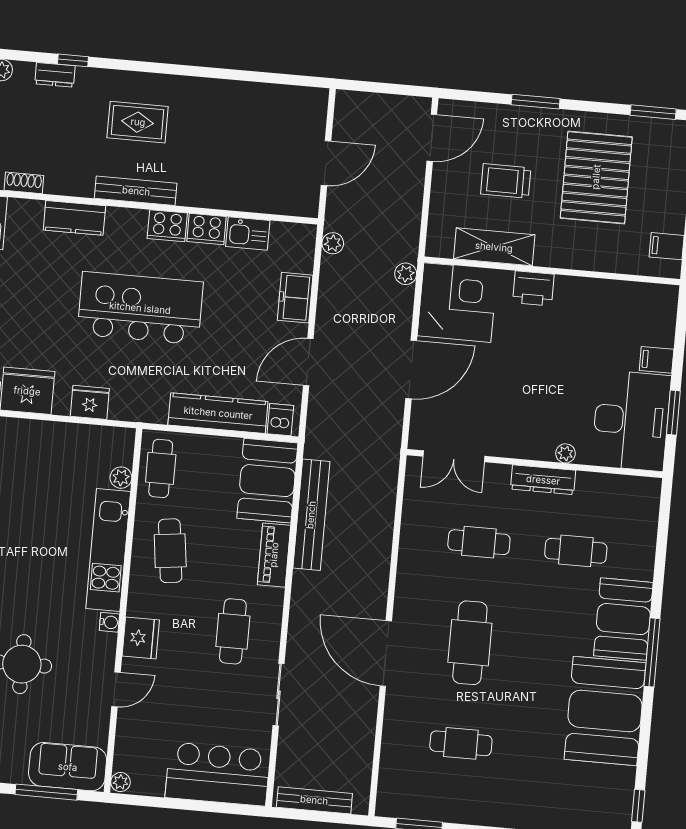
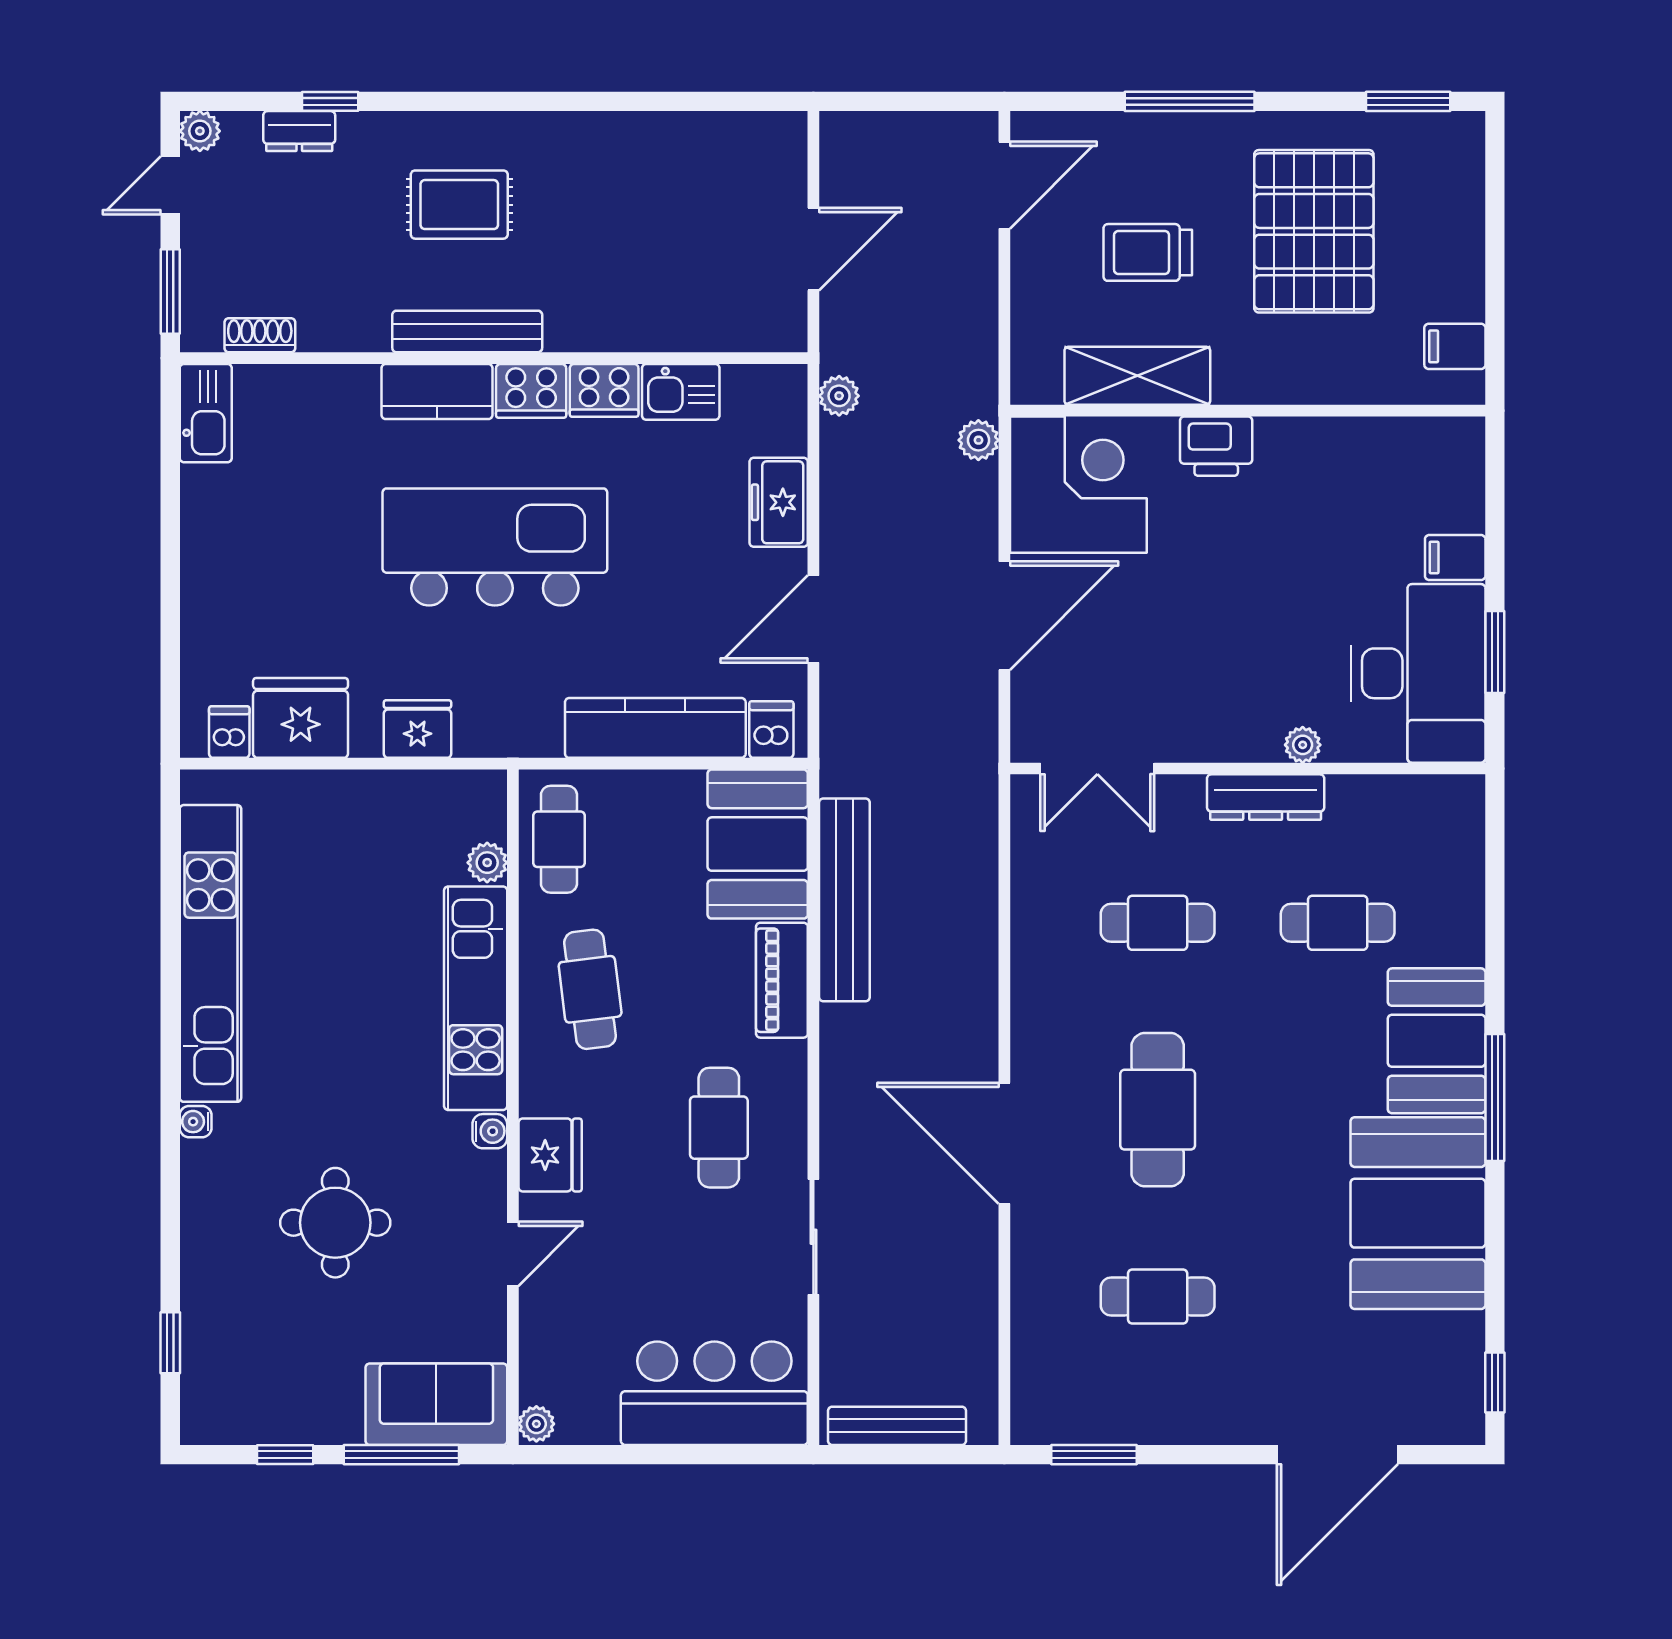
window: (536, 102) -> (1190, 101), width x1.44
kitchen counter: (74, 218) -> (437, 392), moved

